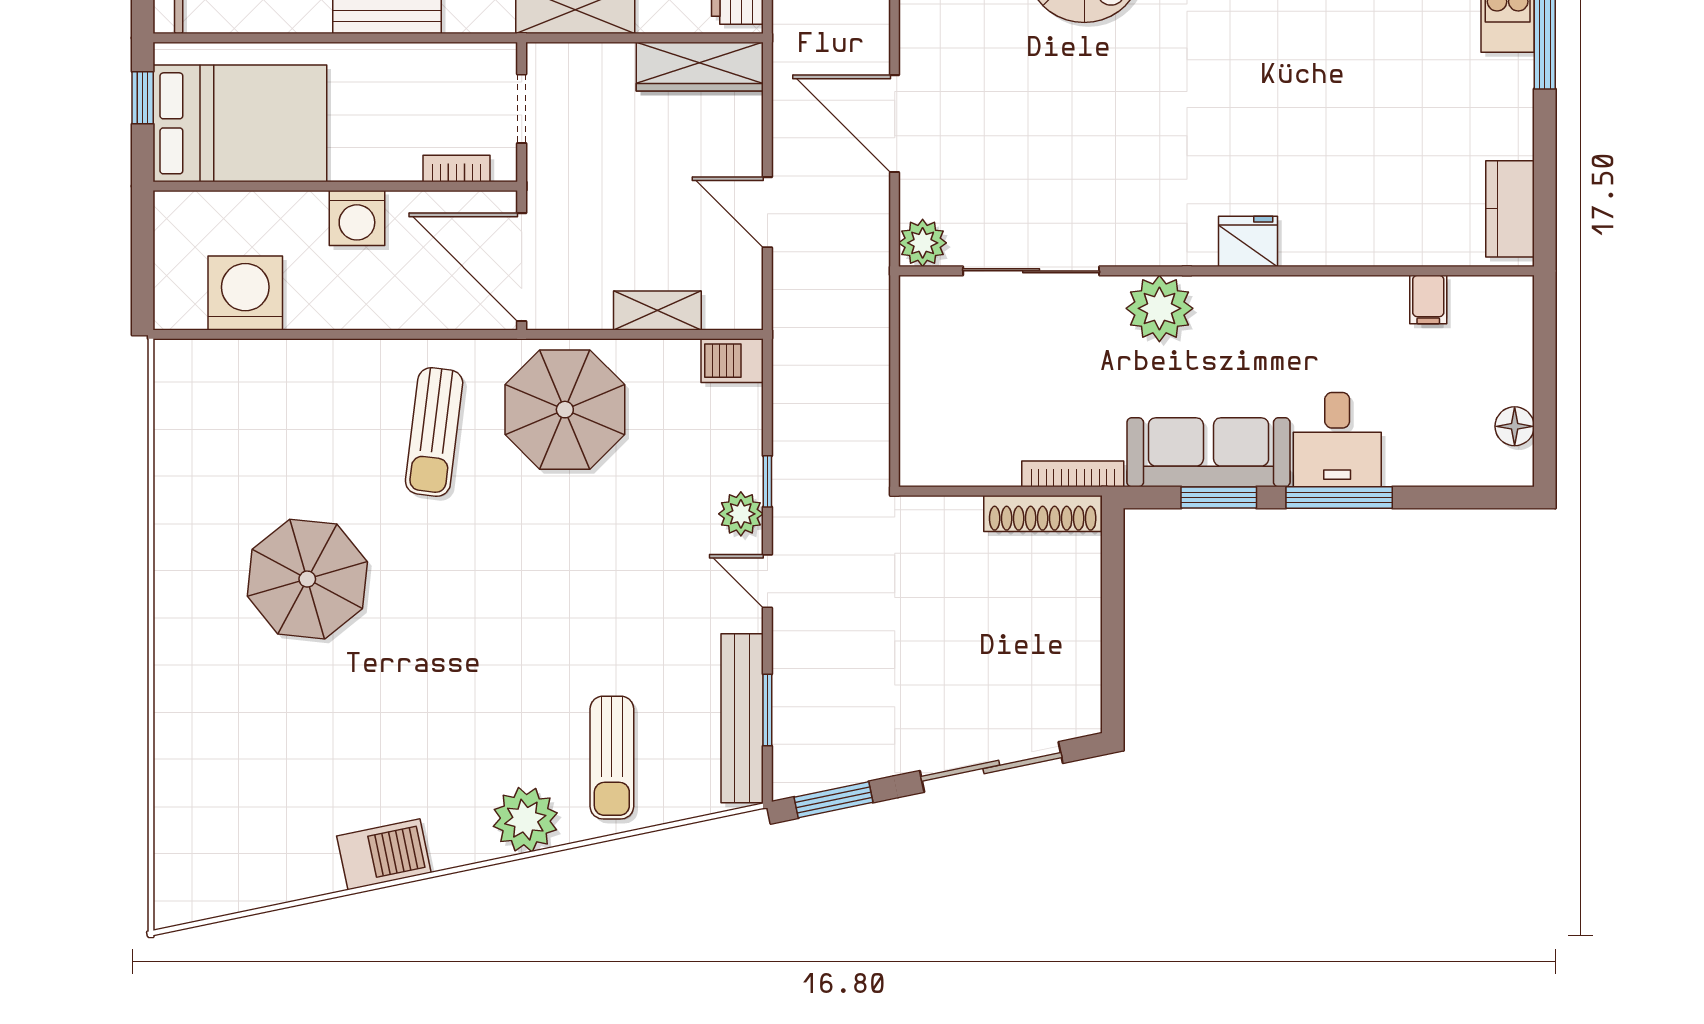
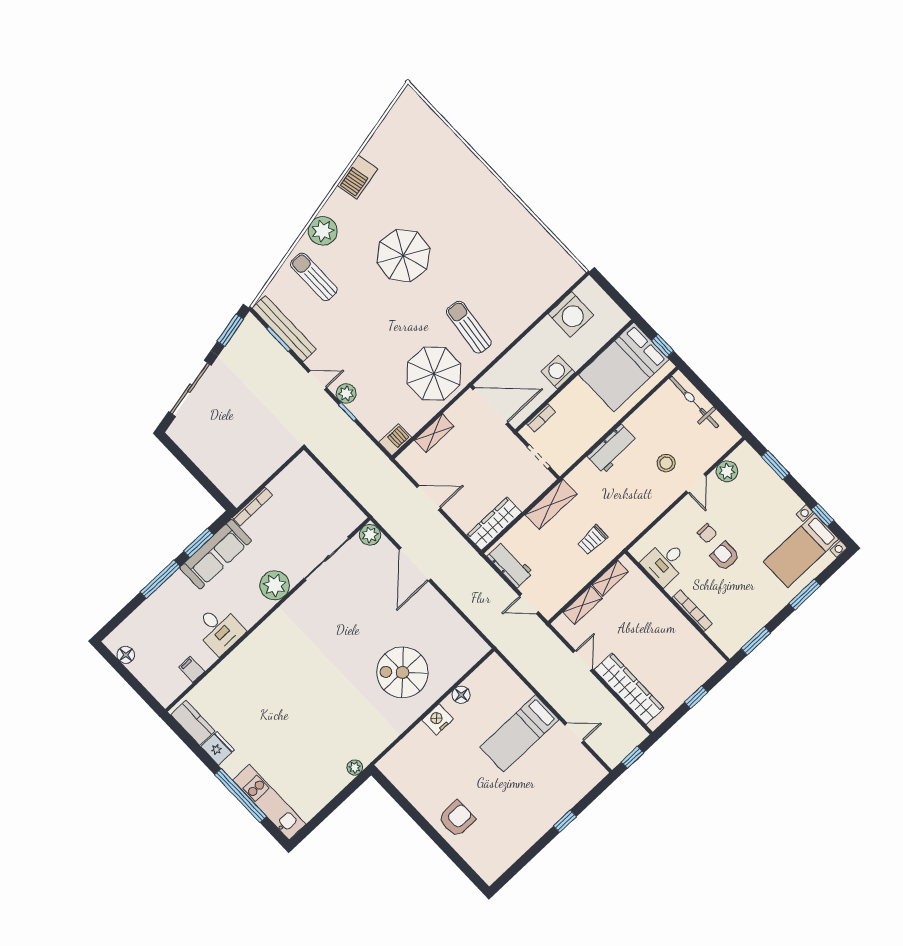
door: (895, 124) -> (415, 564), swing flipped
fridge: (1248, 241) -> (218, 748), moved, turned -90
desk: (1337, 440) -> (219, 629), moved, turned 180
shoe rack: (1043, 514) -> (250, 485), removed
parasol: (307, 579) -> (403, 255), moved

